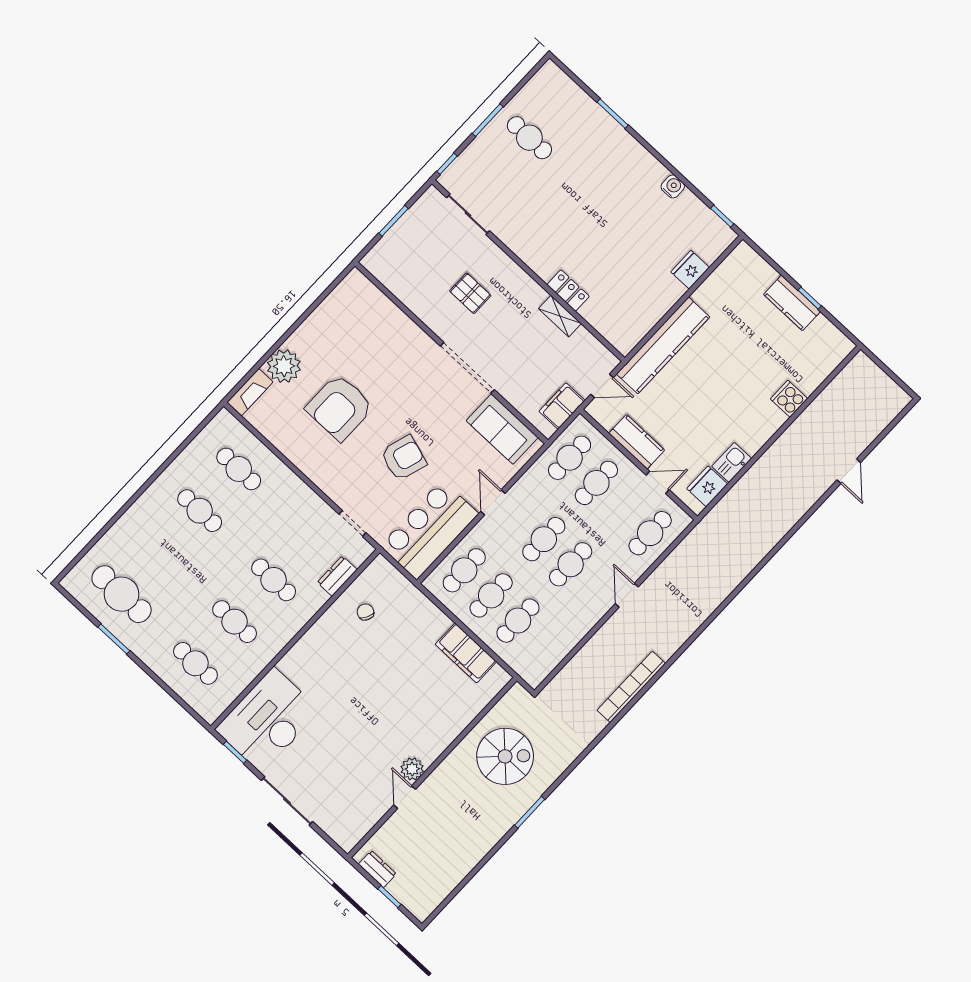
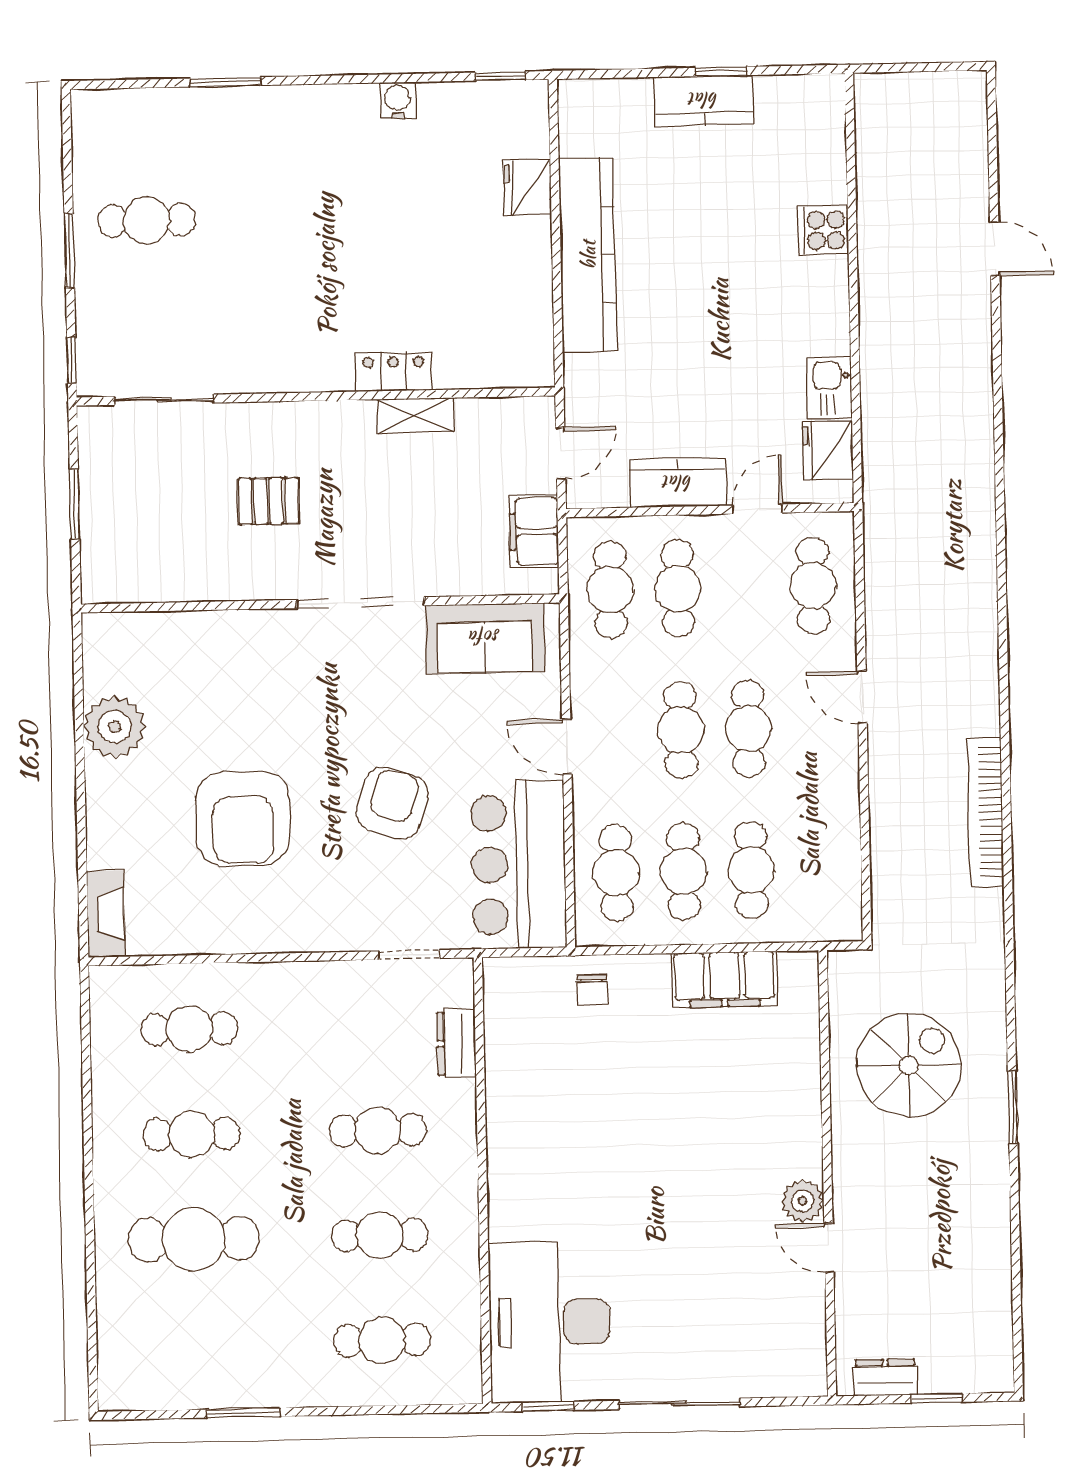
kitchen counter: (663, 345) -> (588, 255), moved
plant: (284, 366) -> (115, 727), moved
cafe table: (122, 594) -> (194, 1239), moved
chair: (365, 612) -> (592, 989), moved, turned -118

